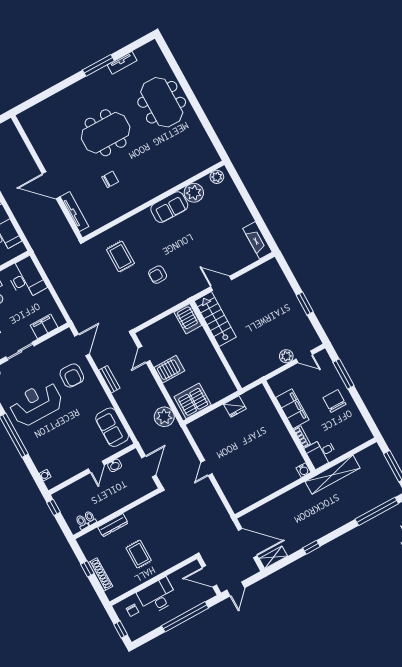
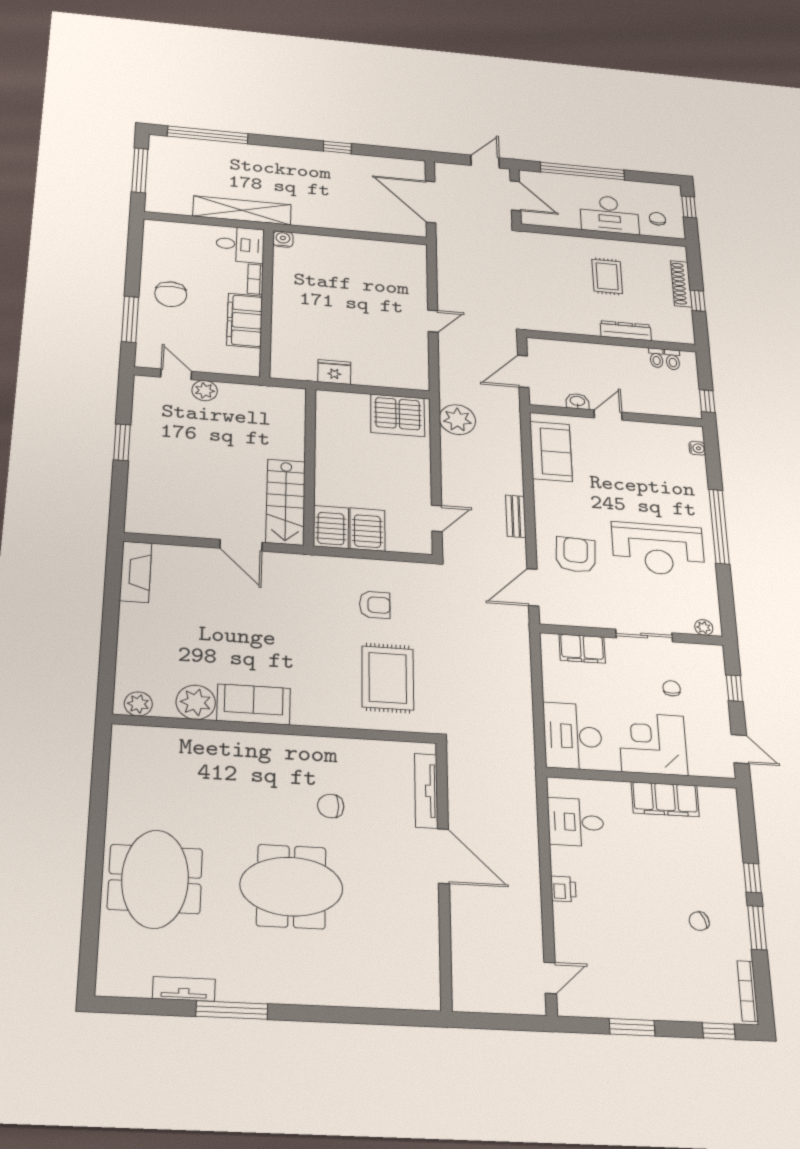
rug: (120, 256) -> (388, 678), width x1.36, depth x1.43
armchair: (158, 275) -> (375, 605), moved
server rack: (169, 369) -> (367, 530), moved, turned 90
shelving: (273, 557) -> (403, 166), removed

